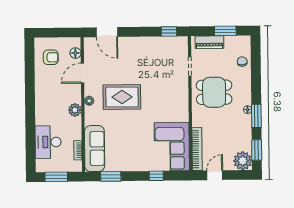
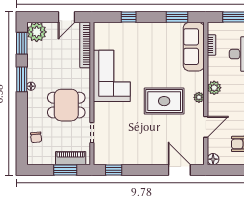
window: (225, 31) -> (65, 170), moved
floor lamp: (75, 53) -> (213, 159), moved
corner sofa: (172, 147) -> (112, 76), moved

